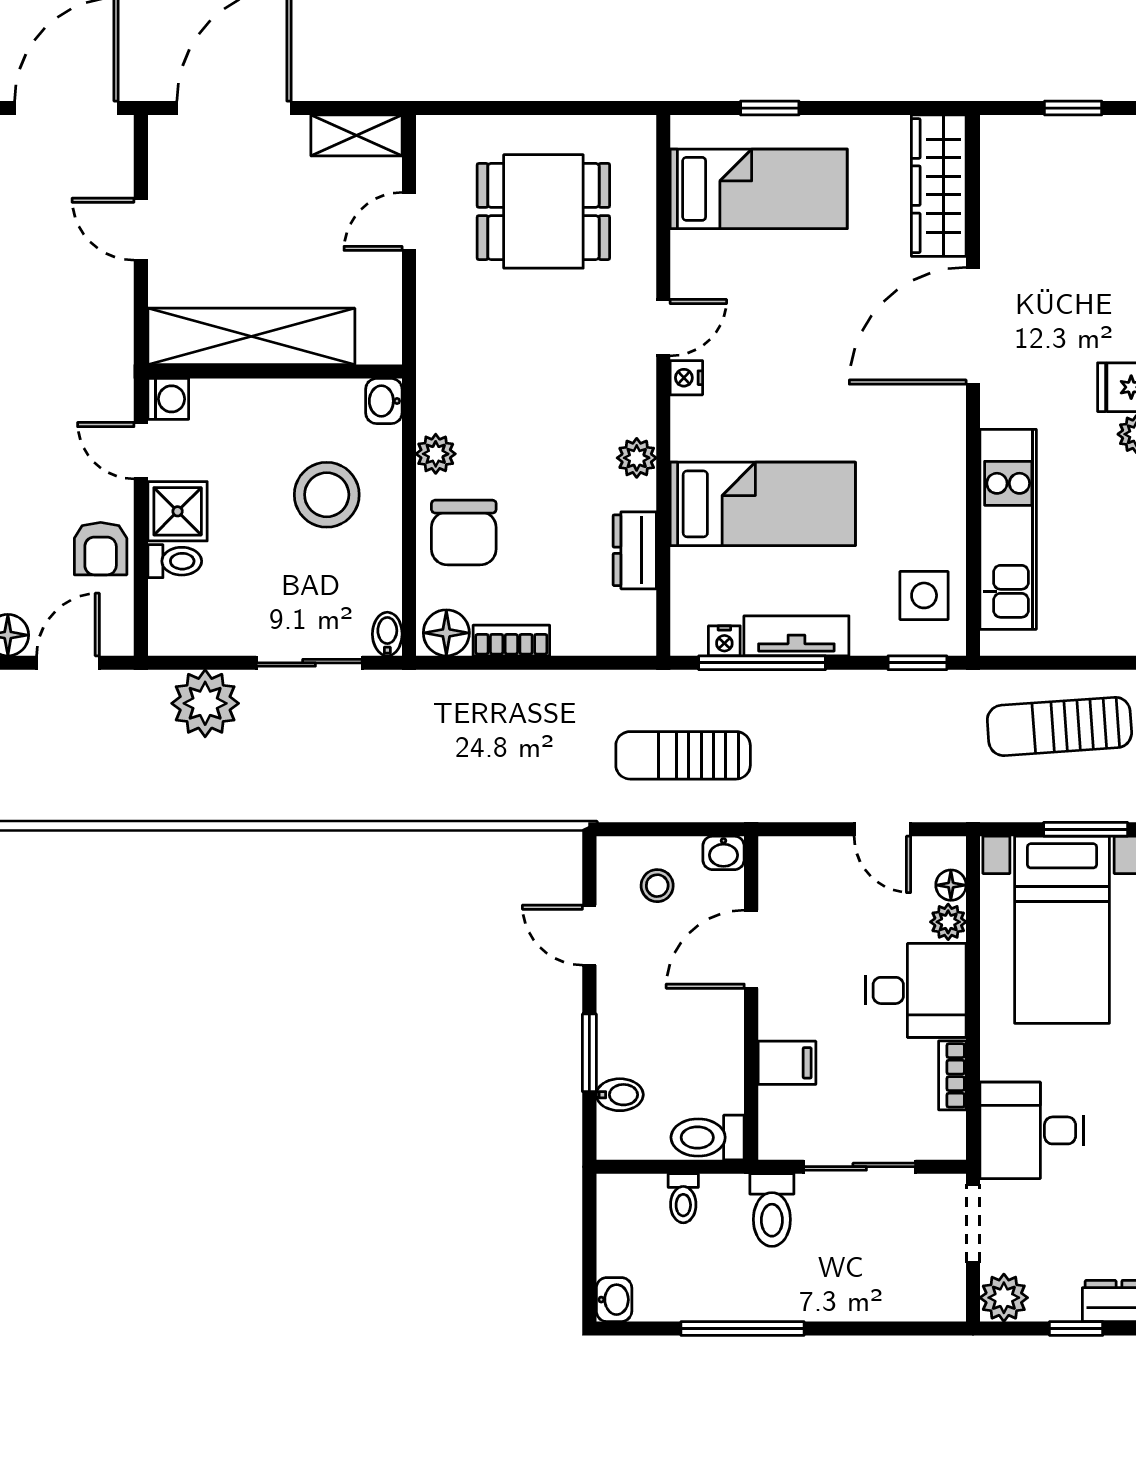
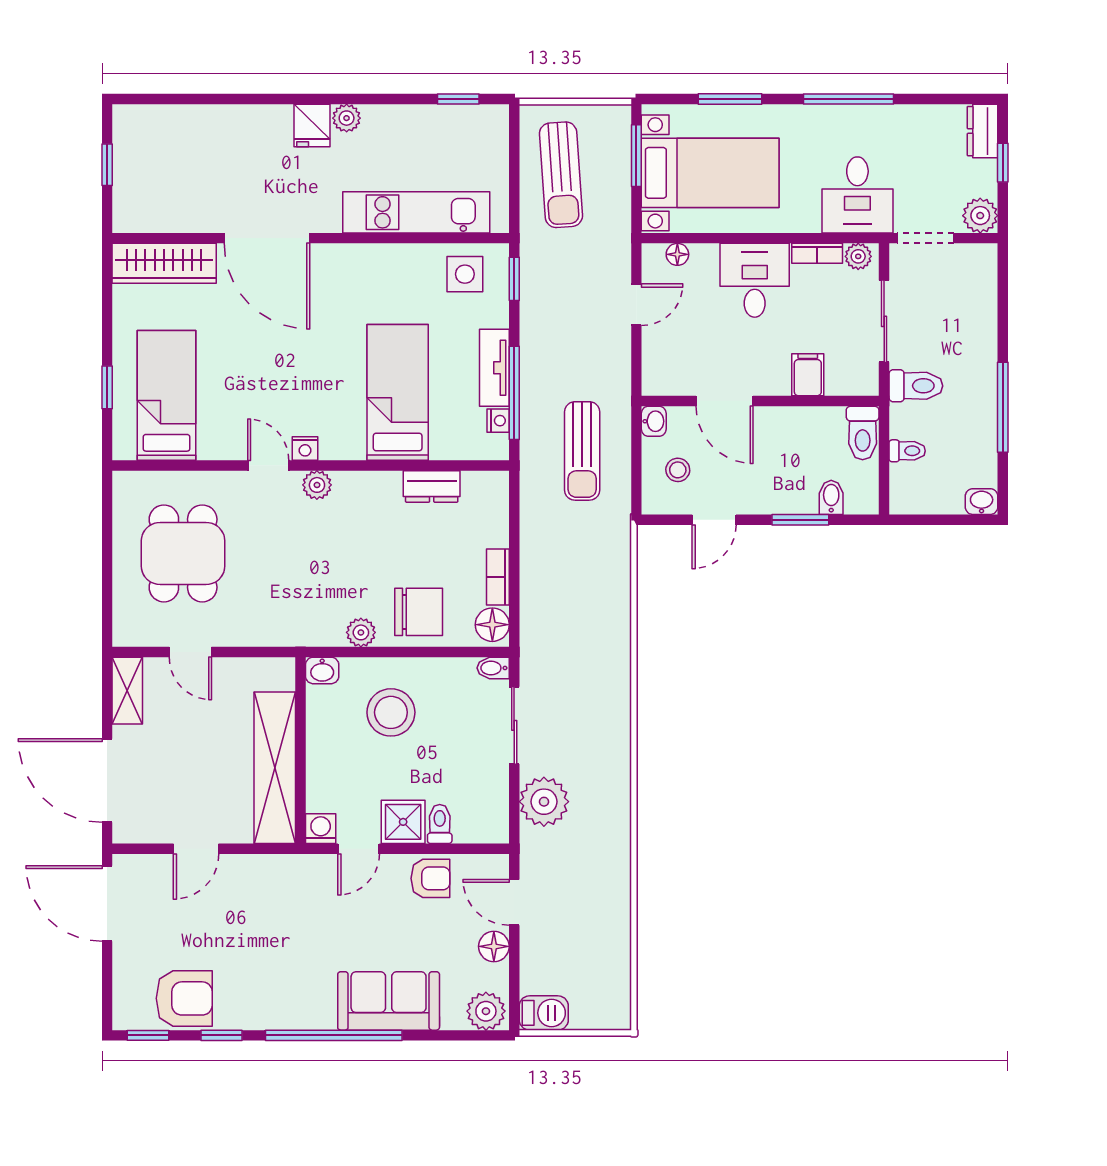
plant: (637, 458) -> (317, 485), moved
plant: (948, 922) -> (858, 256), moved

